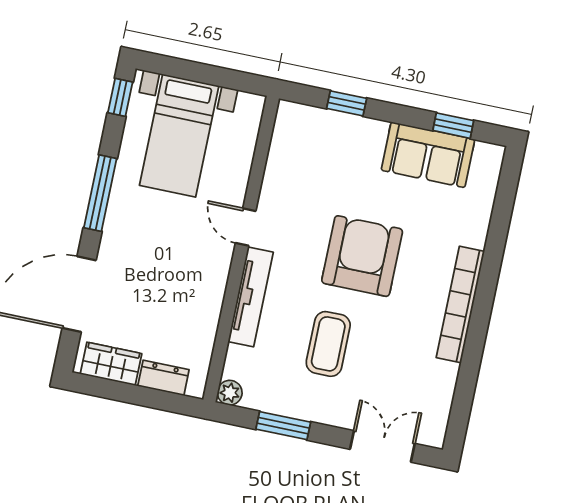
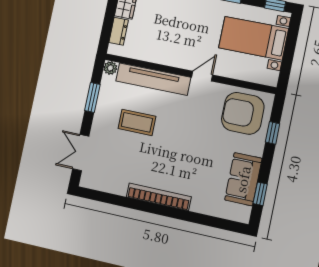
armchair: (362, 256) -> (243, 113), moved, turned 180
tv unit: (251, 297) -> (153, 79), width x1.36, depth x1.29
double door: (382, 446) -> (81, 153), swing flipped

